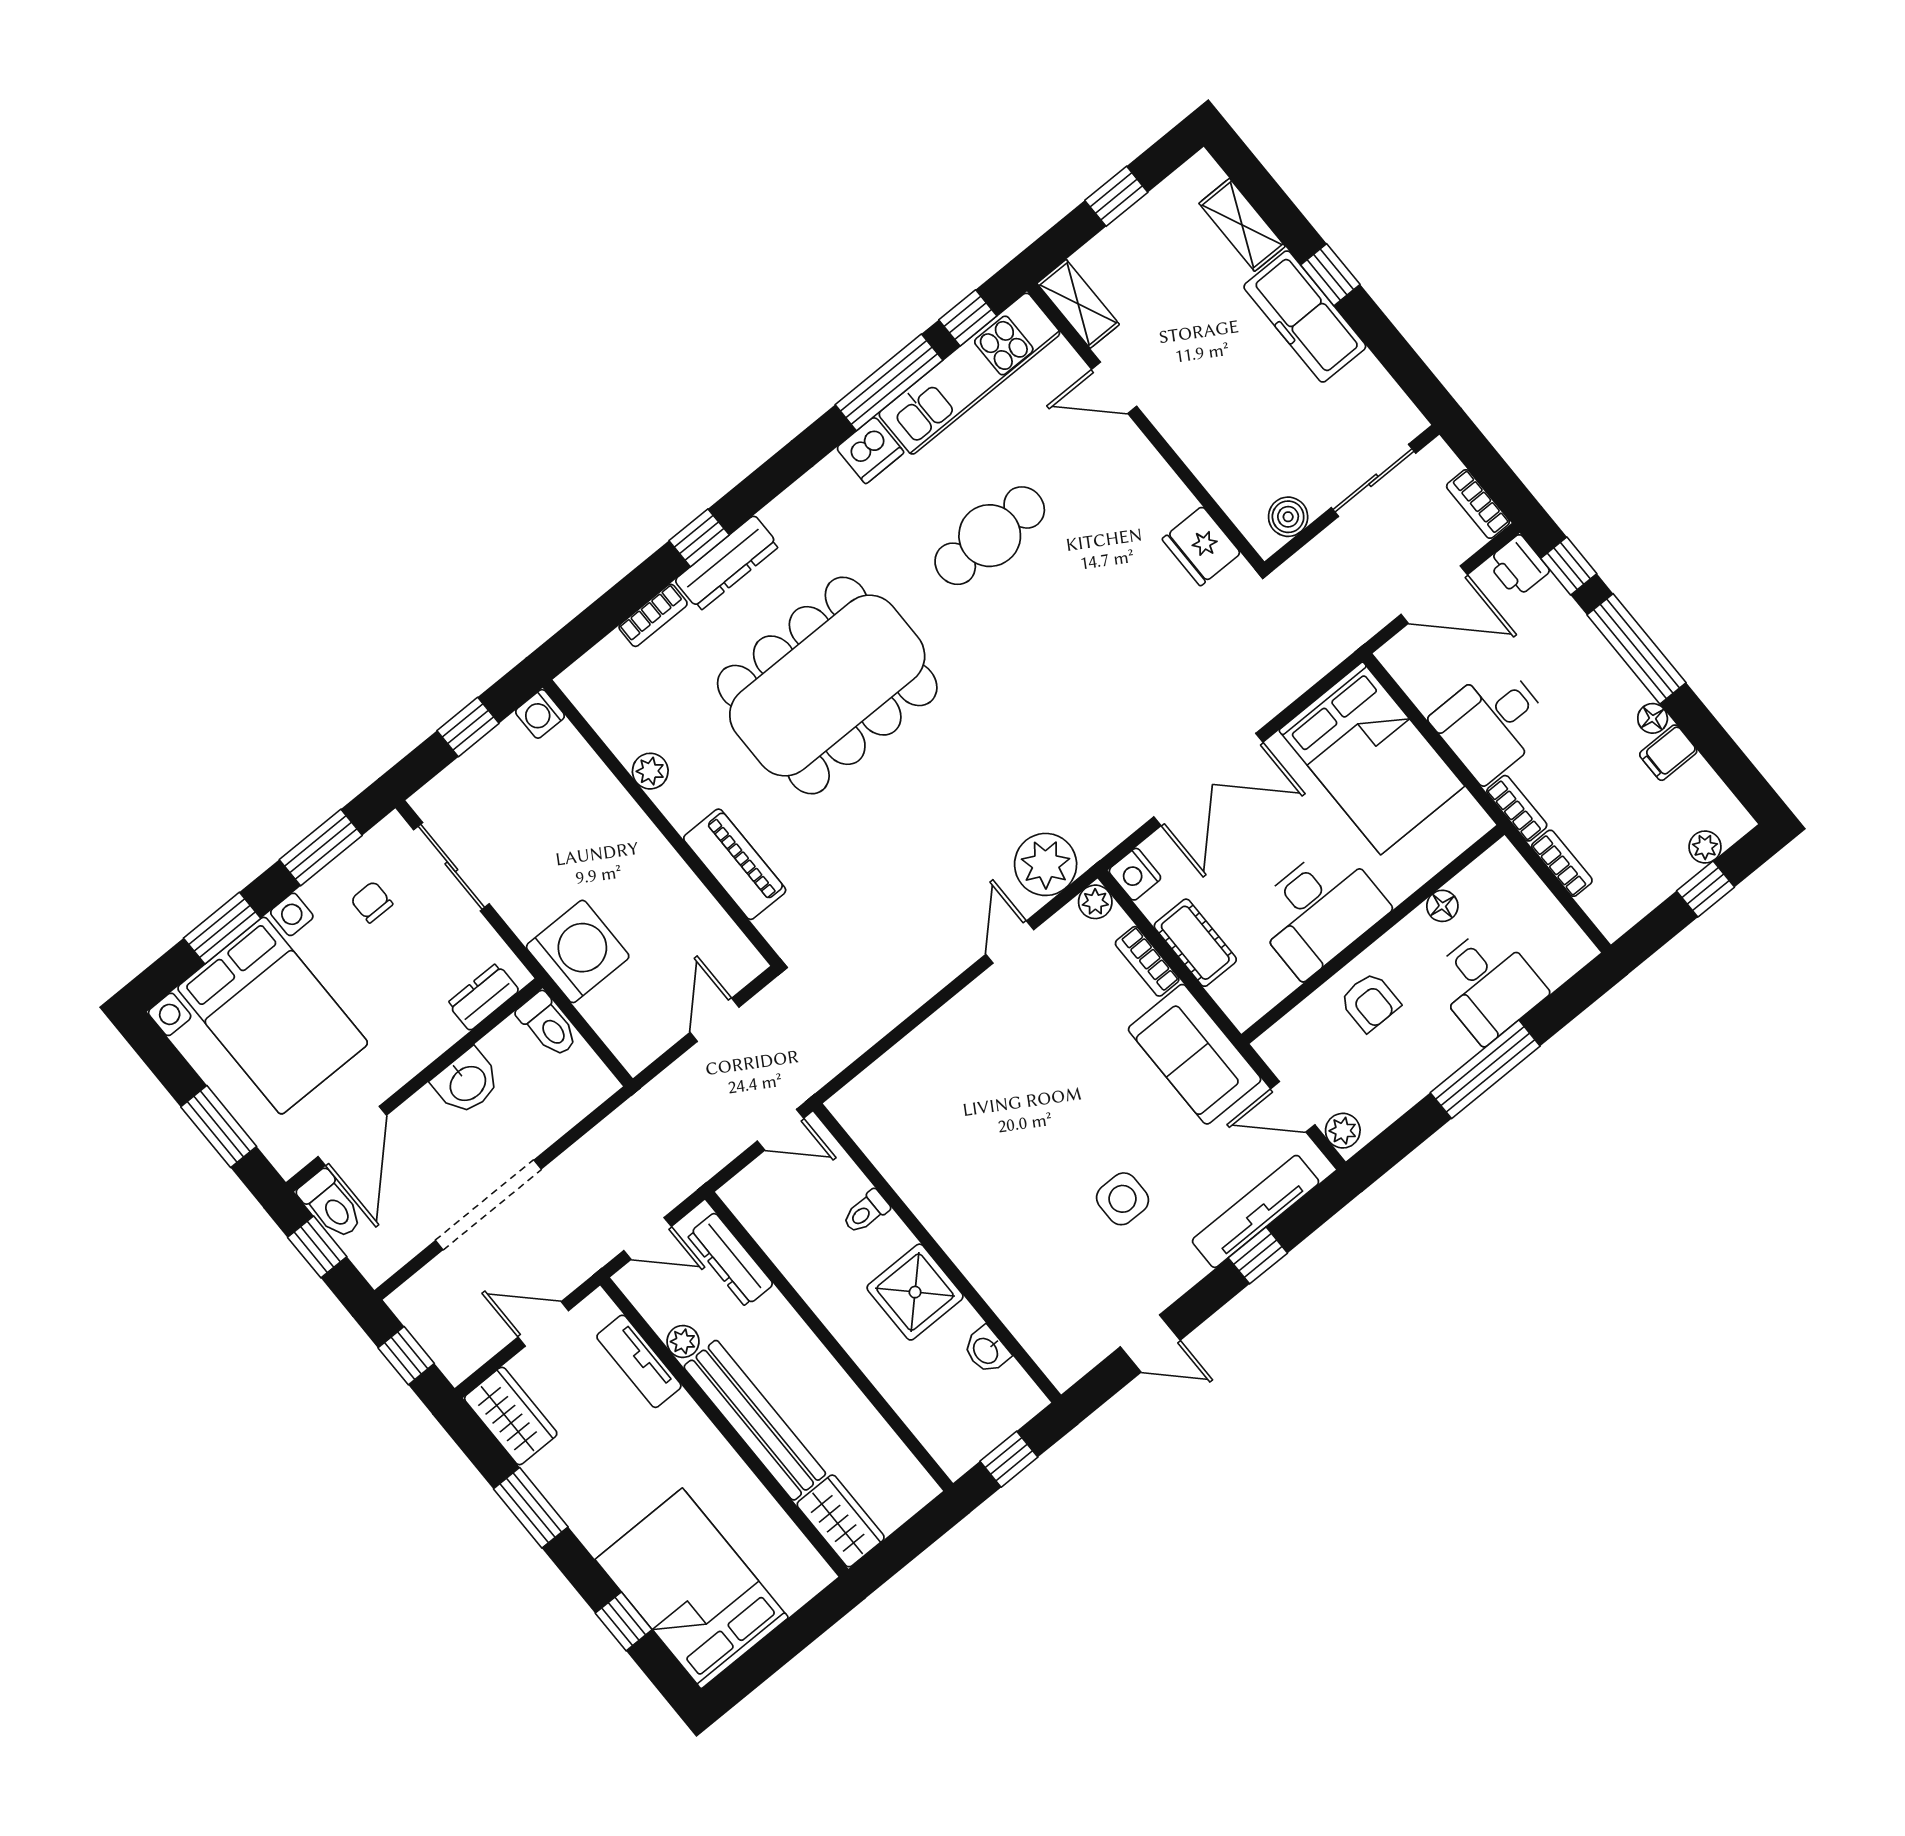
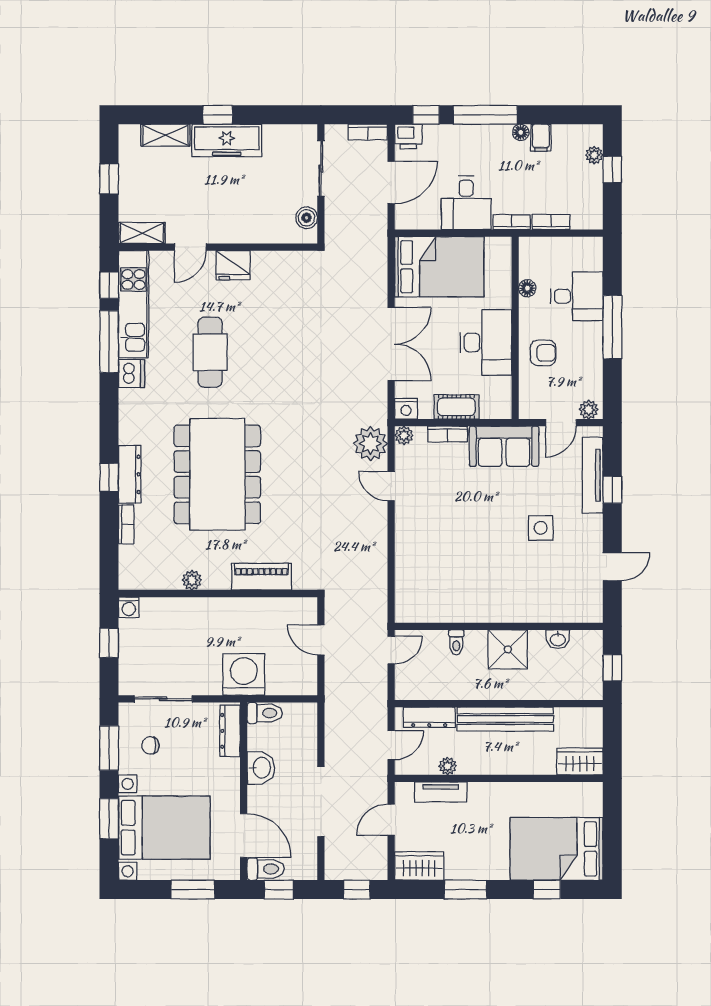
fridge: (1201, 546) -> (233, 265), moved
dresser: (483, 997) -> (230, 731), width x1.44
bench: (755, 1420) -> (505, 719), moved

